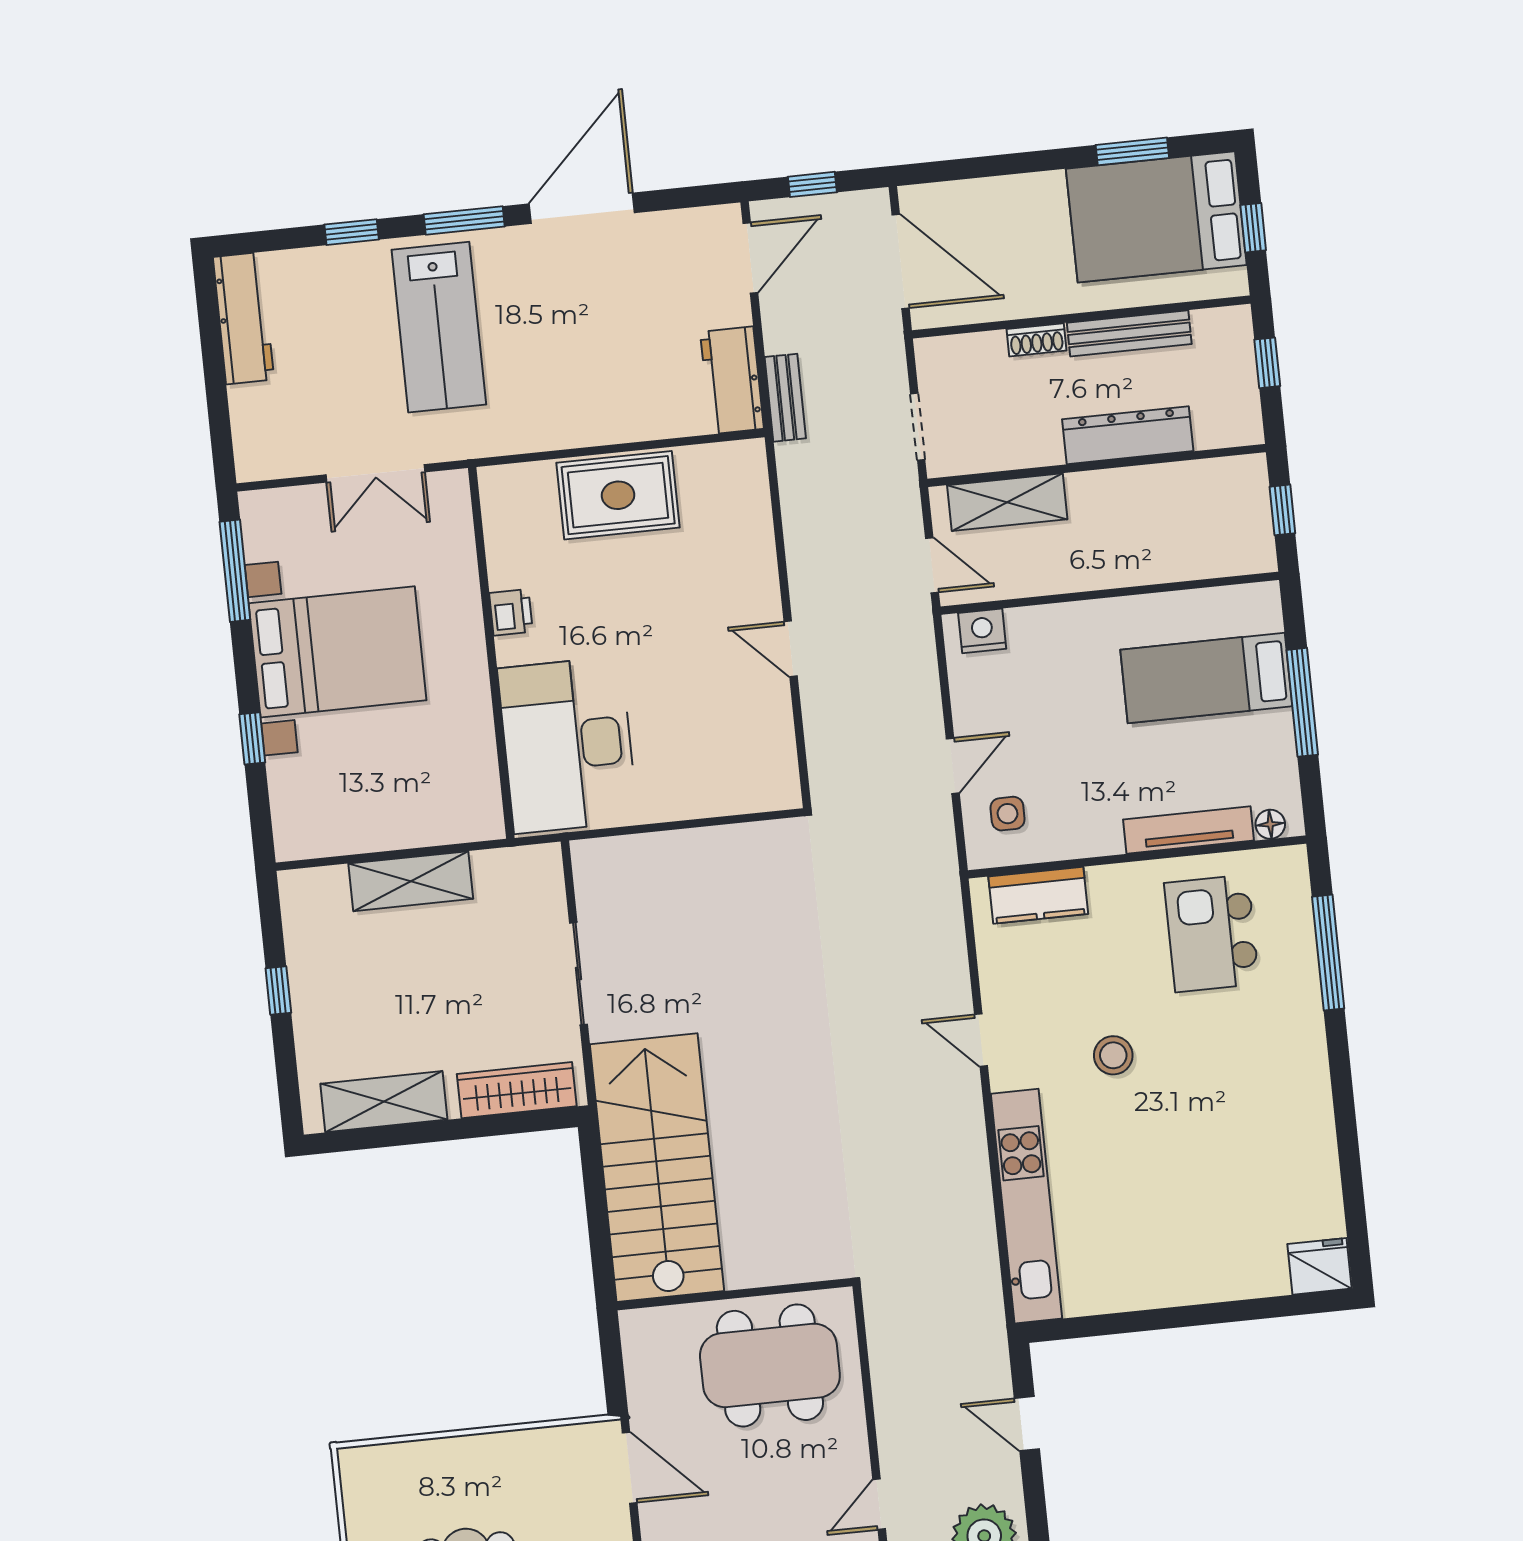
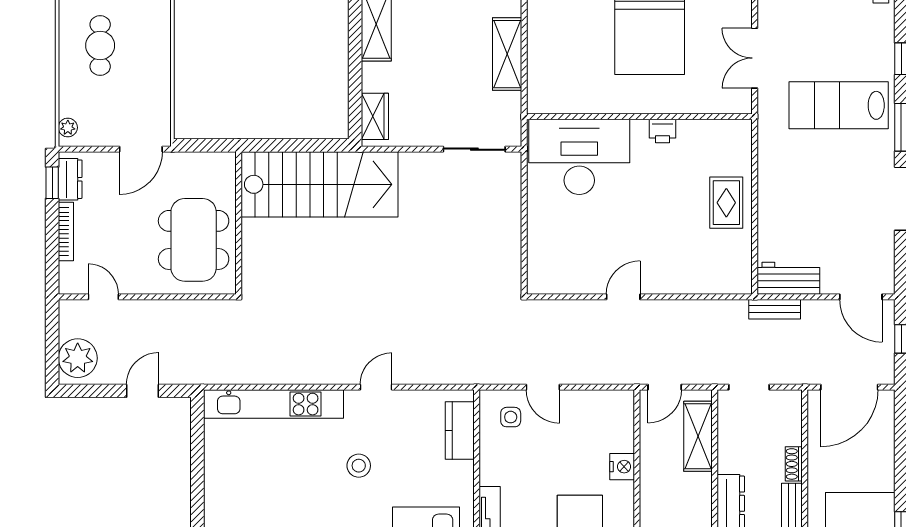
rug: (618, 495) -> (726, 203), width x0.73, depth x0.70
nightstand: (982, 631) -> (622, 467), moved
sliding door: (579, 974) -> (474, 149), moved
wardrobe: (517, 1090) -> (375, 116), width x0.67

